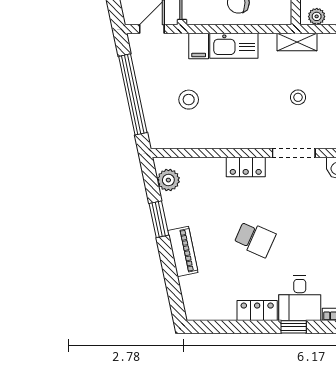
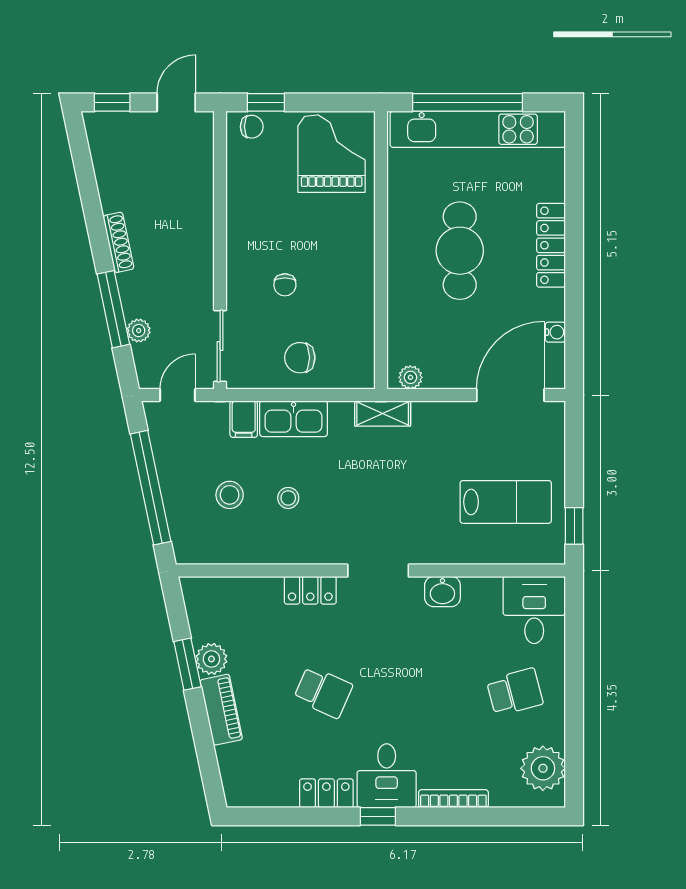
stool: (298, 97) -> (288, 498), moved
plant: (168, 180) -> (211, 659), moved

